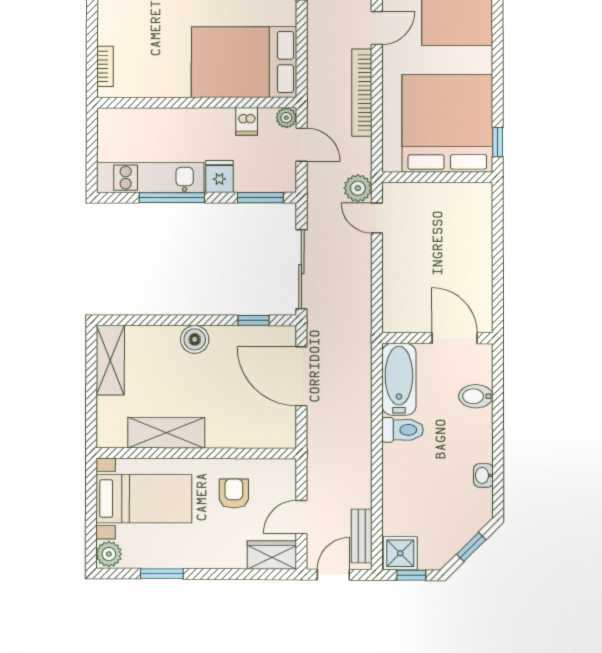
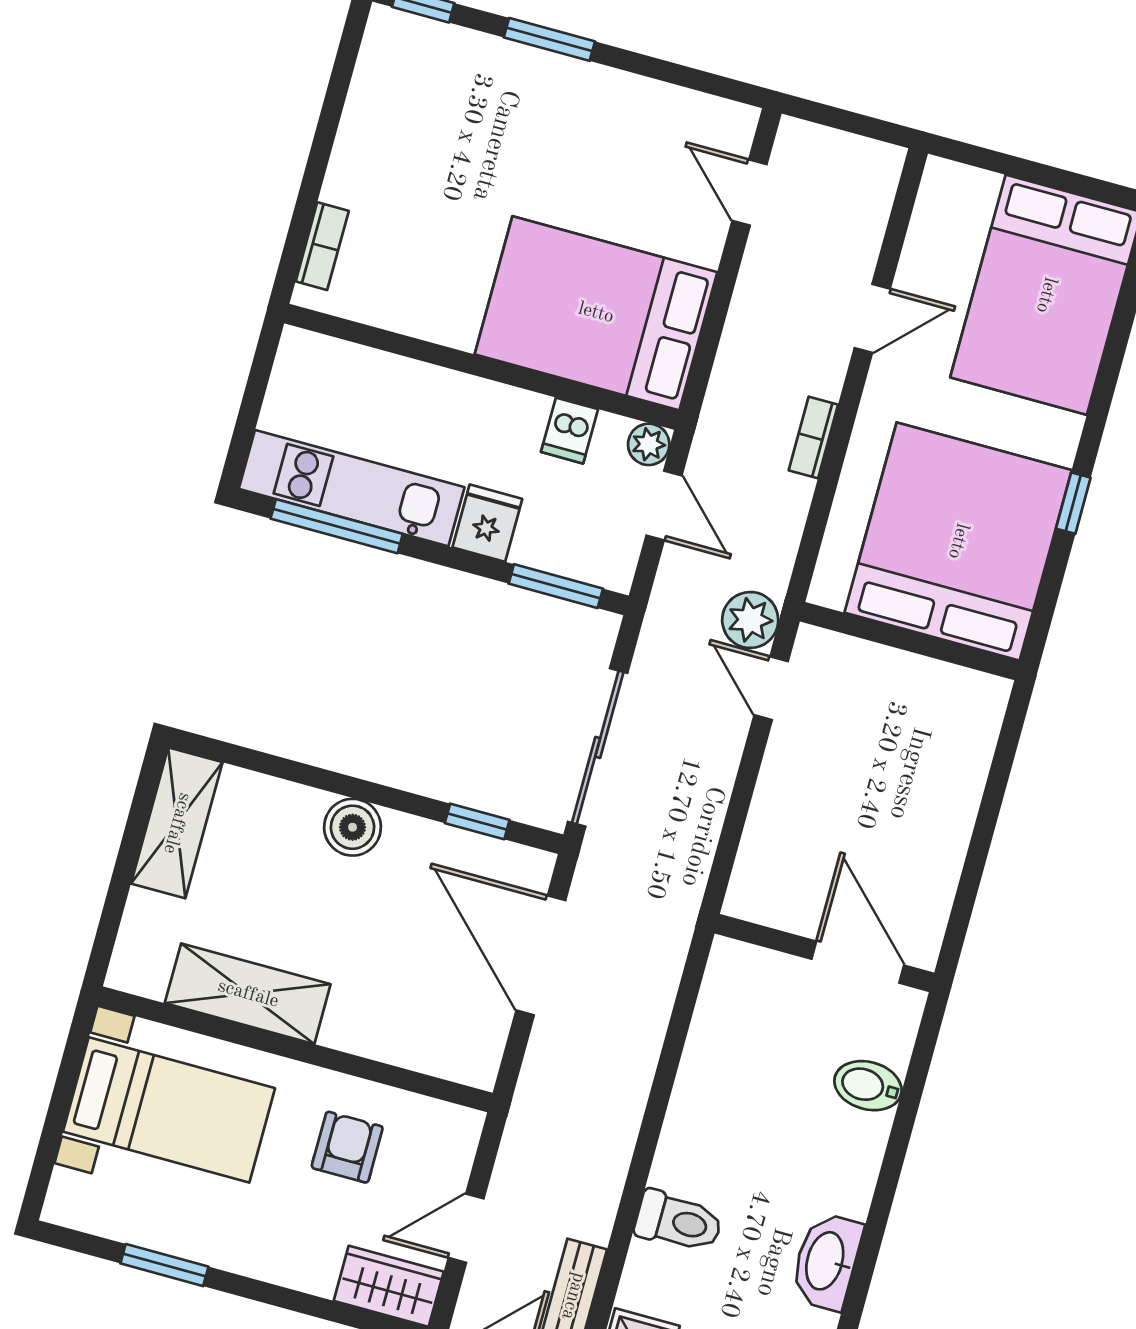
bookcase: (362, 93) -> (813, 438), width x0.43, depth x0.76
window: (498, 142) -> (1073, 503), moved
window: (172, 198) -> (337, 526), moved
bathtub: (399, 379) -> (728, 1012), removed
toilet: (403, 430) -> (679, 1222), moved
washbasin: (483, 475) -> (826, 1261), width x1.91, depth x1.45
plant: (109, 554) -> (71, 1199), removed

